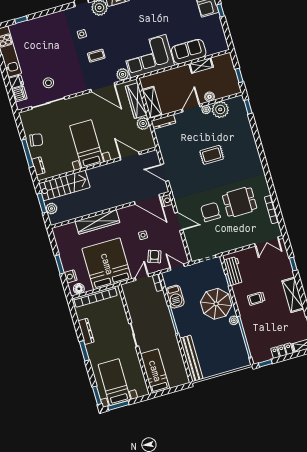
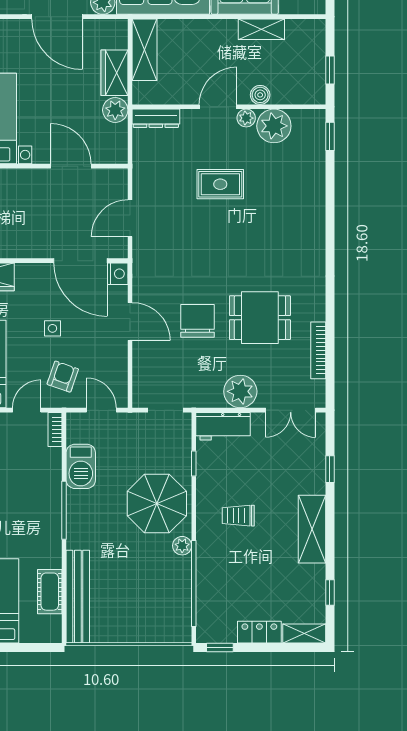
wardrobe: (136, 101) -> (115, 73), width x0.67
shelving: (152, 102) -> (145, 50), moved
rug: (212, 155) -> (220, 184), moved
door: (165, 173) -> (130, 218), hinge flipped
plant: (240, 240) -> (240, 391), added
workbench: (234, 271) -> (223, 426), moved, turned 90
cot: (177, 360) -> (50, 592), added

